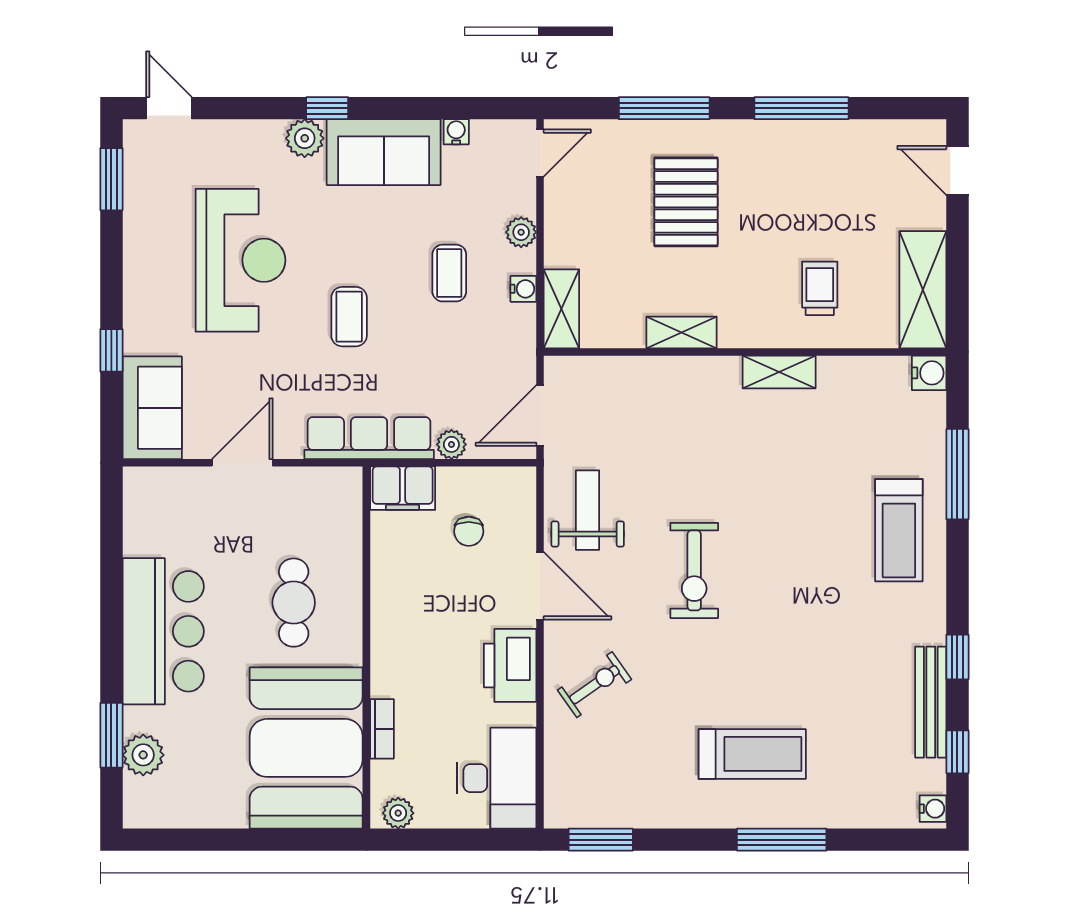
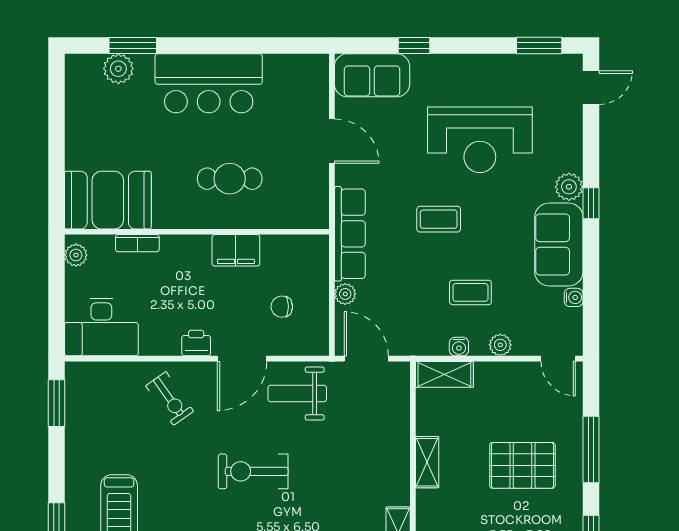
filing cabinet: (403, 488) -> (236, 250), moved, turned -90
weight bench: (588, 510) -> (297, 393), turned 180
printer: (510, 665) -> (196, 343), width x0.53, depth x0.68
booth: (306, 748) -> (108, 200), width x0.73, depth x0.70

